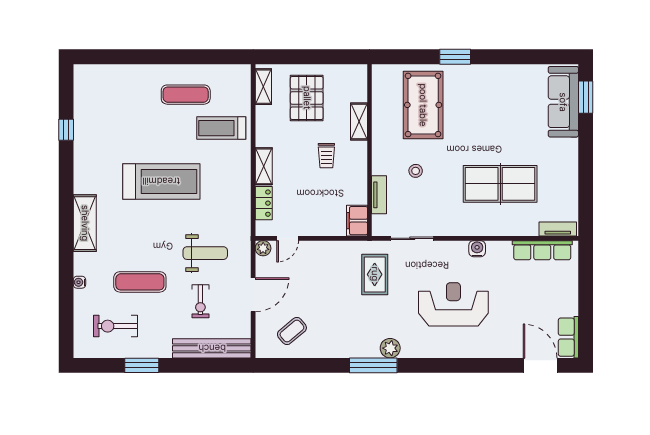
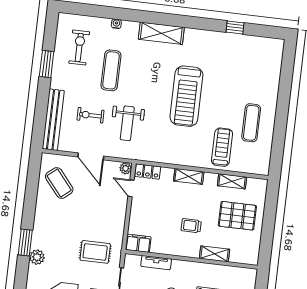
shelving: (263, 87) -> (232, 181), moved
locker: (264, 203) -> (148, 172), moved
coffee table: (292, 331) -> (59, 183), width x1.36, depth x1.30
window: (373, 365) -> (25, 243), width x0.69

